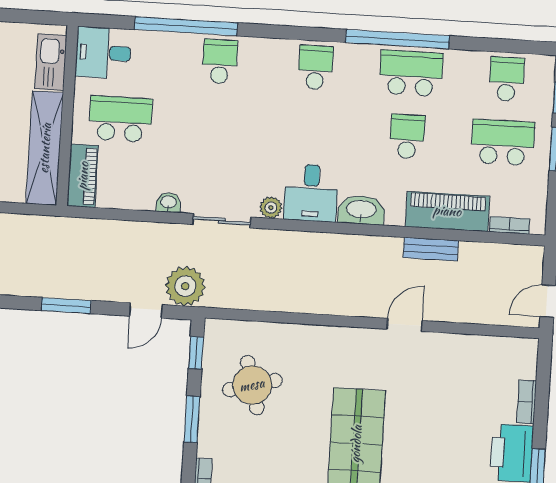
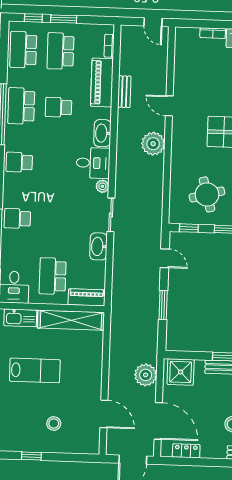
school desk: (507, 79) -> (23, 50), width x1.85
washbasin: (169, 203) -> (98, 246), width x1.91, depth x1.45
plant: (185, 286) -> (153, 144), moved

